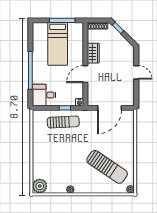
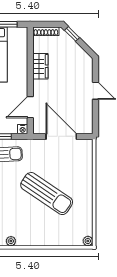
door: (85, 74) -> (30, 107), moved
door: (110, 108) -> (61, 136), swing flipped
sun lounger: (107, 167) -> (47, 194), moved

